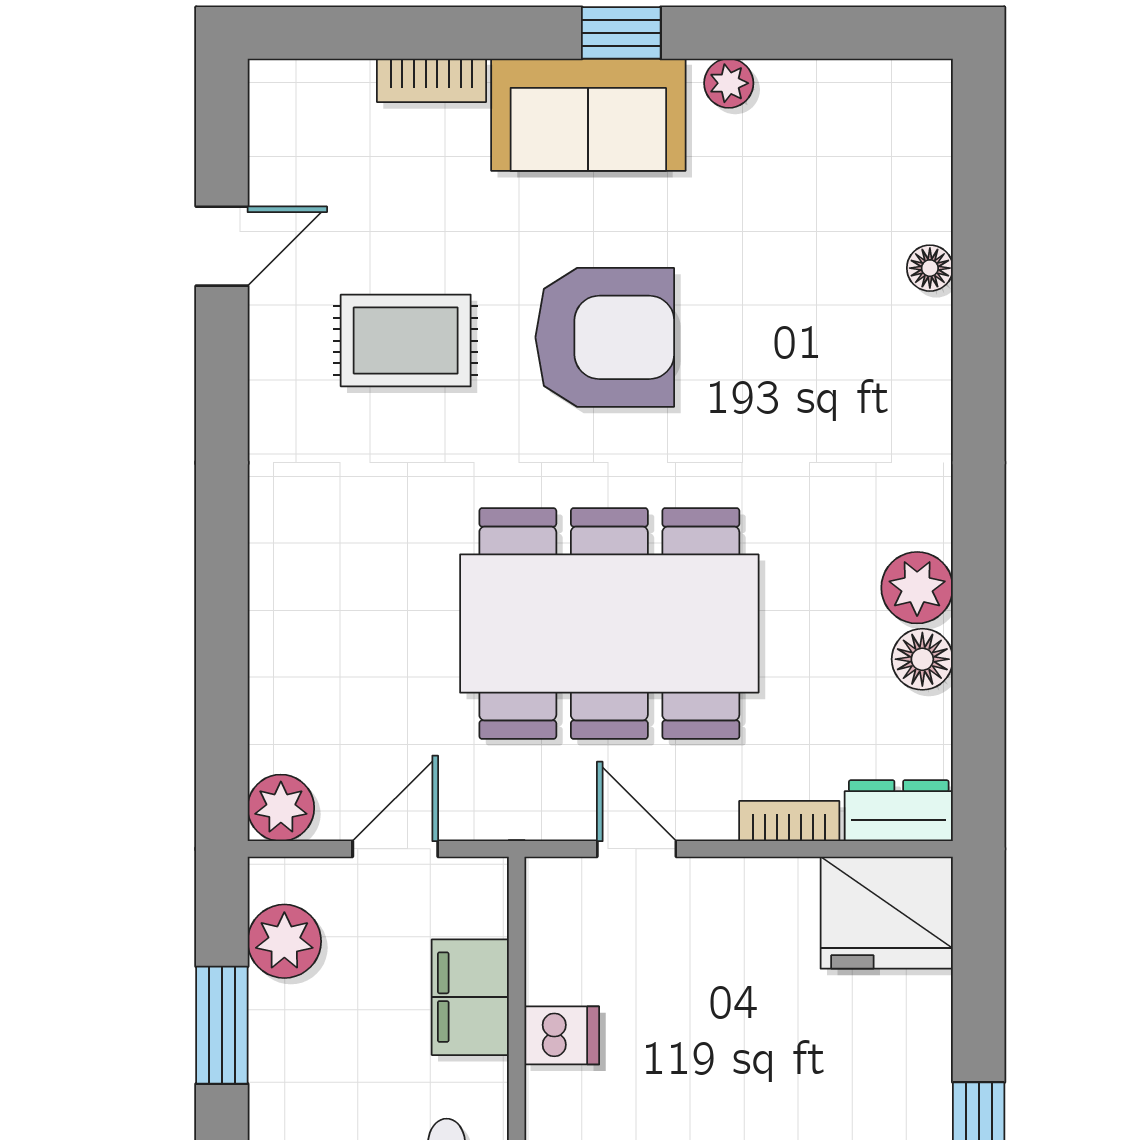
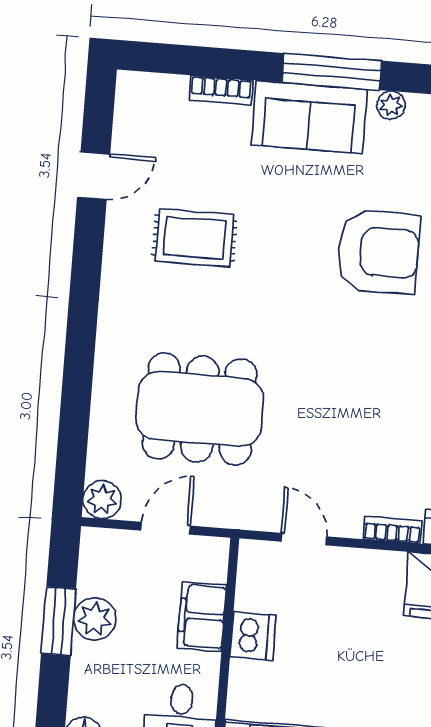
window: (621, 33) -> (332, 72), width x2.17
armchair: (605, 337) -> (378, 252), moved
dining table: (609, 624) -> (200, 409), moved, width x0.73, depth x0.80
plant: (284, 941) -> (95, 619), moved
dishwasher: (562, 1035) -> (253, 636), width x1.38

